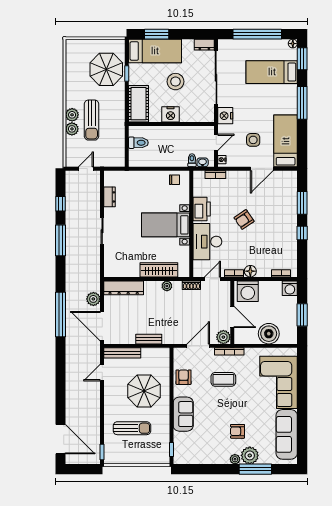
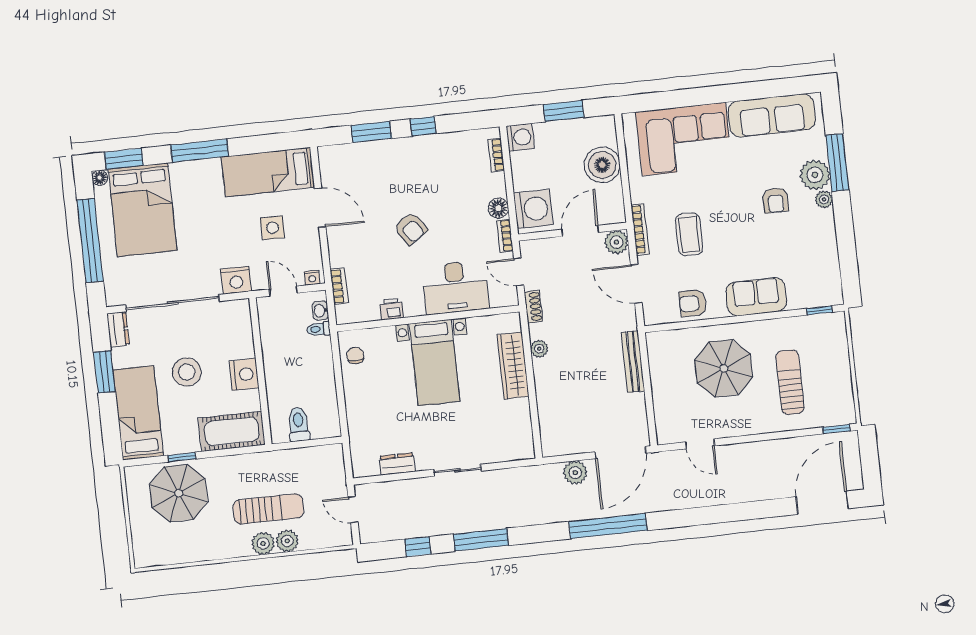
window: (157, 34) -> (104, 372), moved
bed: (272, 72) -> (143, 210), width x1.50
printer: (202, 209) -> (392, 309), width x0.53, depth x0.68
dresser: (124, 288) -> (551, 423), removed
bench: (149, 339) -> (633, 362), width x1.36
bench: (122, 353) -> (662, 413), removed

